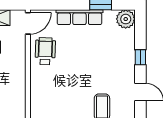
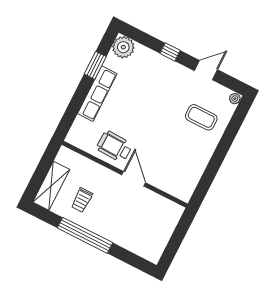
door: (28, 23) -> (134, 179), moved

